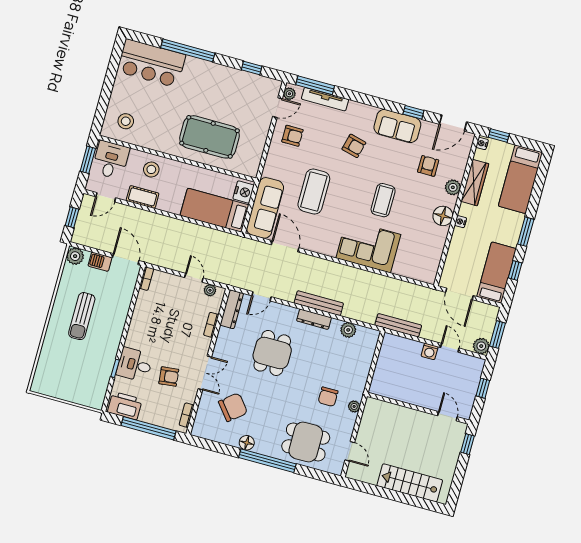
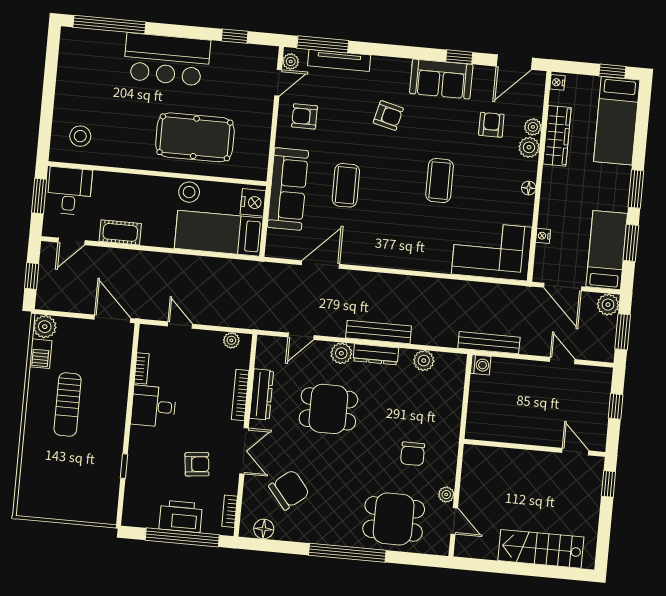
window: (188, 50) -> (109, 25), moved
bar counter: (151, 63) -> (167, 59), moved
armchair: (292, 136) -> (305, 116), turned 180
window: (499, 136) -> (612, 71), moved
stool: (151, 169) -> (189, 192), moved
plant: (458, 173) -> (533, 127), added
coffee table: (314, 192) -> (346, 185), width x0.73, depth x0.76
sofa: (265, 208) -> (288, 189), moved
floor lamp: (443, 216) -> (529, 188), width x0.53, depth x0.53
nightstand: (461, 222) -> (543, 236), moved
door: (285, 246) -> (321, 264), hinge flipped
corner sofa: (368, 246) -> (492, 251), moved
barbecue: (100, 262) -> (41, 354), moved, turned -90
window: (515, 270) -> (631, 243), width x1.50
bookcase: (146, 278) -> (142, 368), moved
door: (194, 278) -> (180, 325), moved
dresser: (232, 309) -> (261, 394), moved
plant: (289, 314) -> (341, 353), added
bookcase: (211, 325) -> (240, 395), width x1.56
plant: (481, 346) -> (608, 305), moved
washing machine: (430, 351) -> (481, 365), moved, turned -90
dining table: (272, 353) -> (328, 409), turned 90
desk: (135, 365) -> (153, 406), moved
printer: (125, 406) -> (181, 516), moved
plant: (354, 406) -> (446, 495), moved
floor lamp: (247, 443) -> (264, 529), moved

